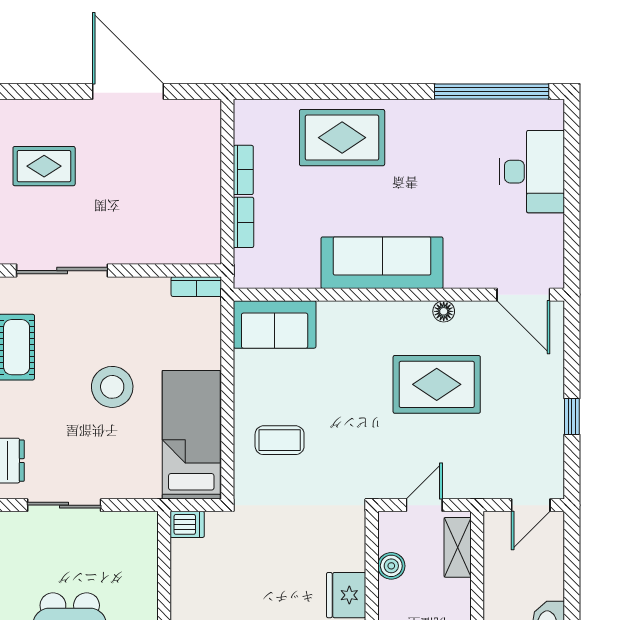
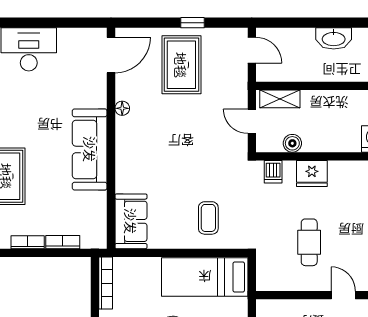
bookcase: (196, 287) -> (106, 283), width x1.56
rug: (437, 384) -> (181, 65), moved
dishwasher: (187, 524) -> (273, 172), moved, turned 180
cafe table: (243, 591) -> (309, 242), added

